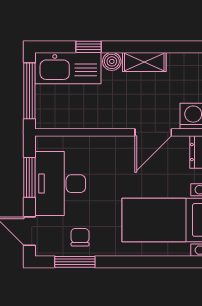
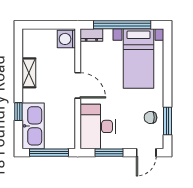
boiler: (112, 61) -> (29, 95), removed
door: (153, 132) -> (78, 85), moved
desk: (60, 184) -> (98, 126), moved, turned 90

